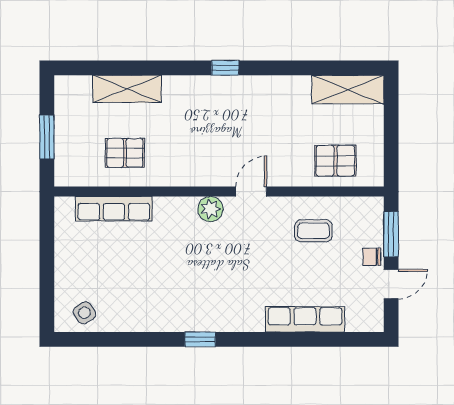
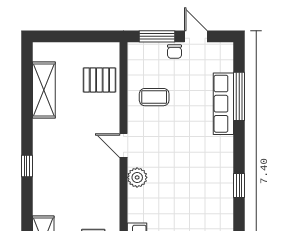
shelving: (348, 90) -> (44, 90), moved
pallet: (335, 161) -> (99, 80), turned 90
coffee table: (313, 231) -> (154, 97), turned 90
window: (314, 339) -> (239, 96), added

